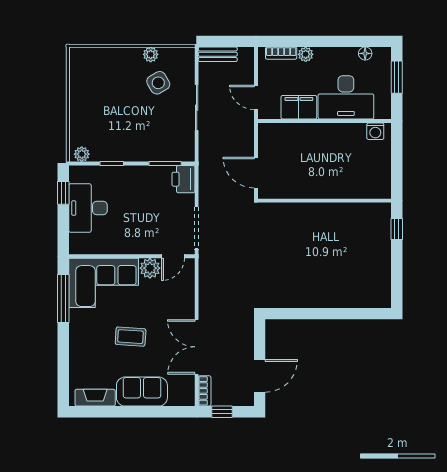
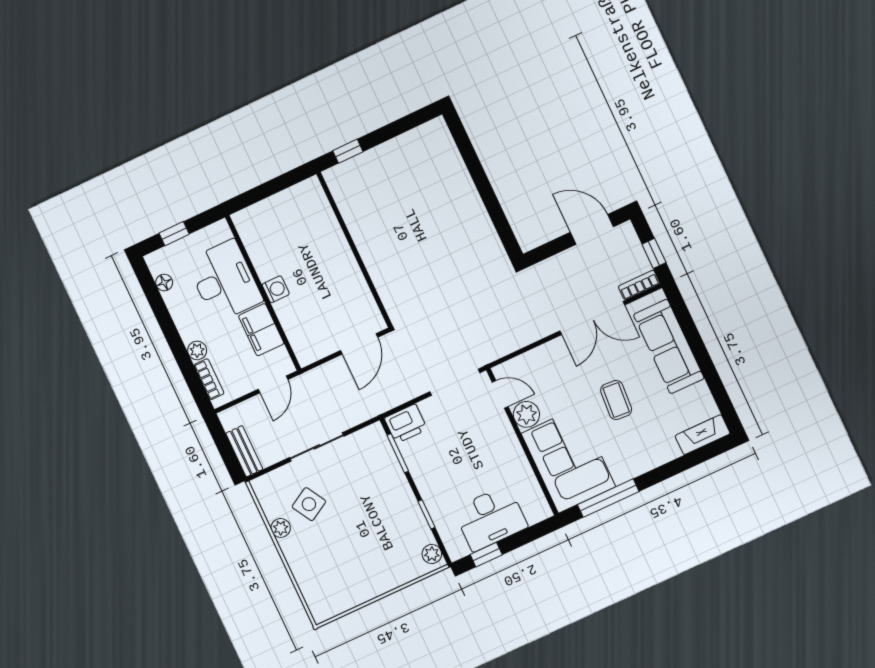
window: (397, 77) -> (174, 234), width x0.67
washing machine: (375, 131) -> (276, 289), moved
sofa: (142, 392) -> (669, 346), width x1.36
fireplace: (95, 398) -> (703, 435), moved, turned 90

